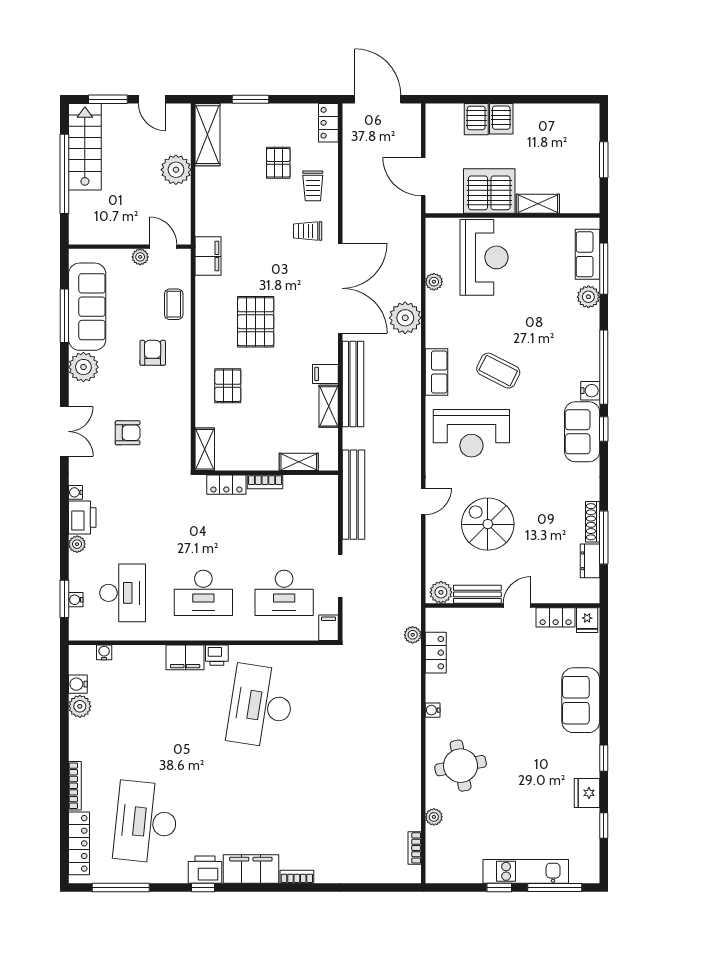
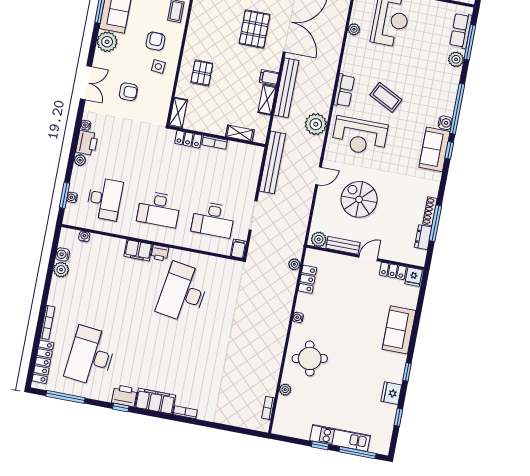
plant: (405, 318) -> (316, 124), moved
pallet: (256, 322) -> (255, 29), moved
side table: (164, 388) -> (158, 67), added

